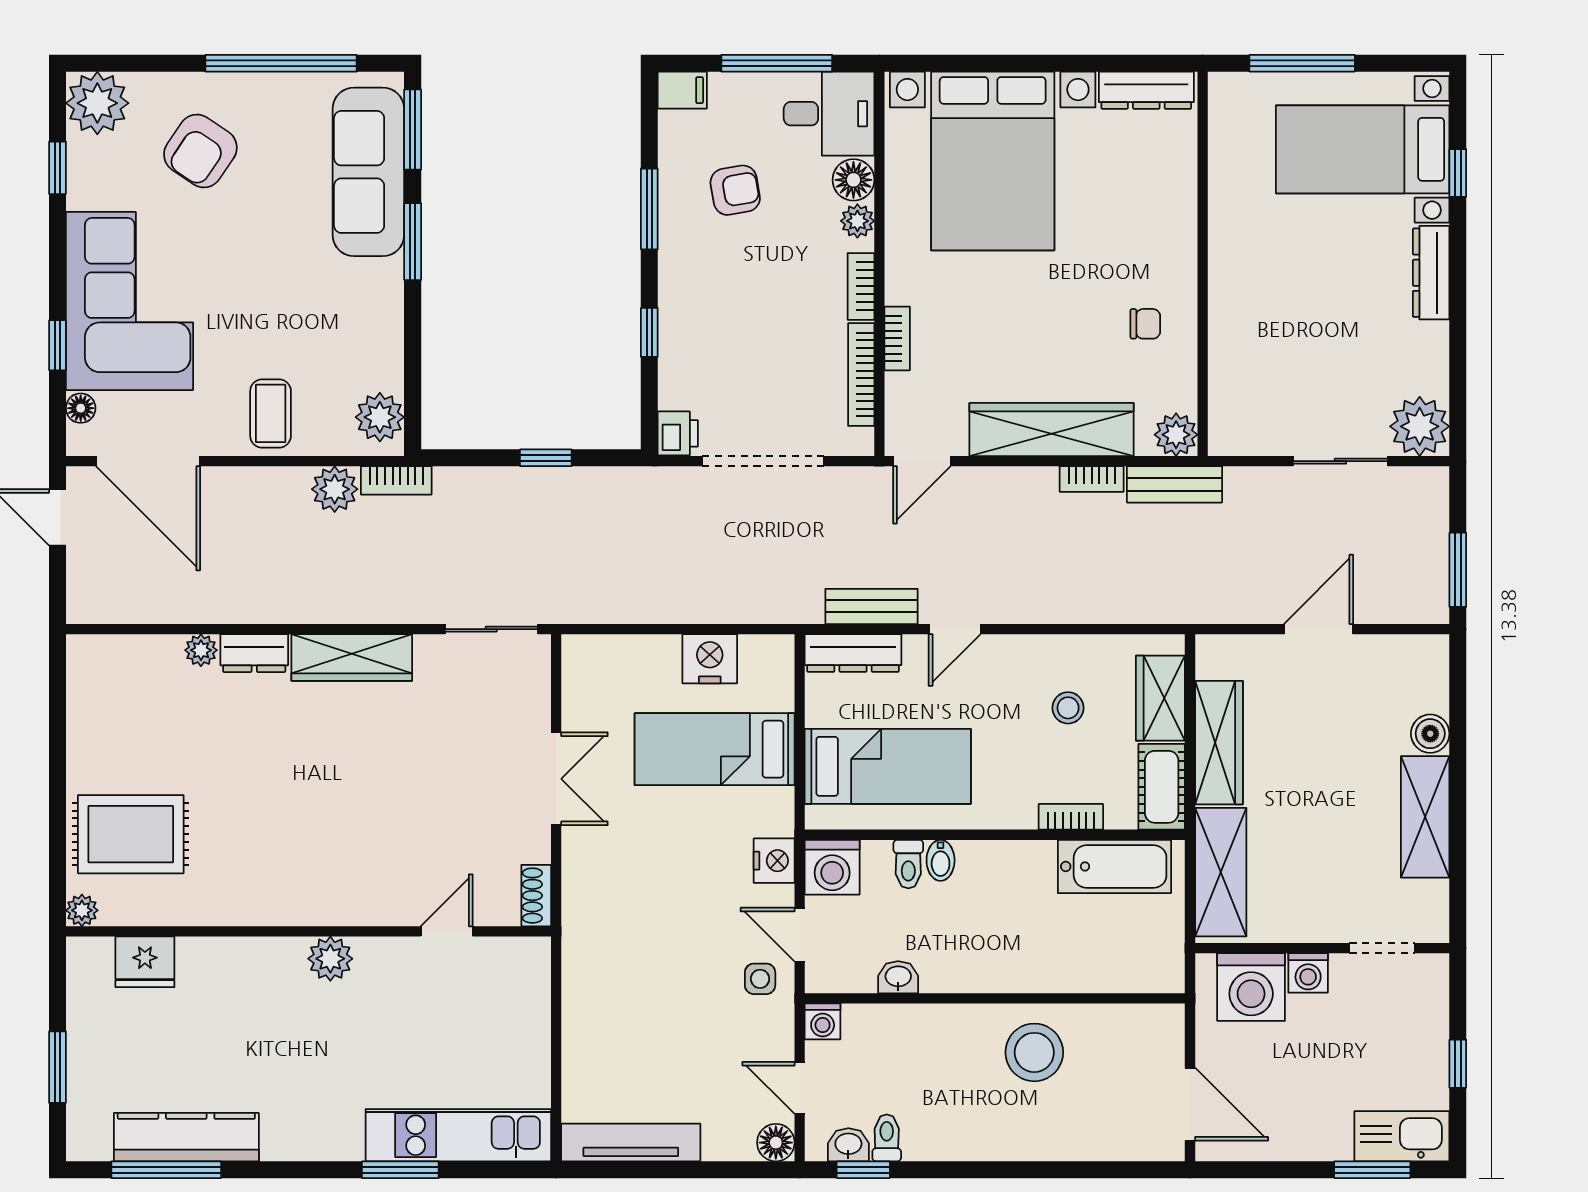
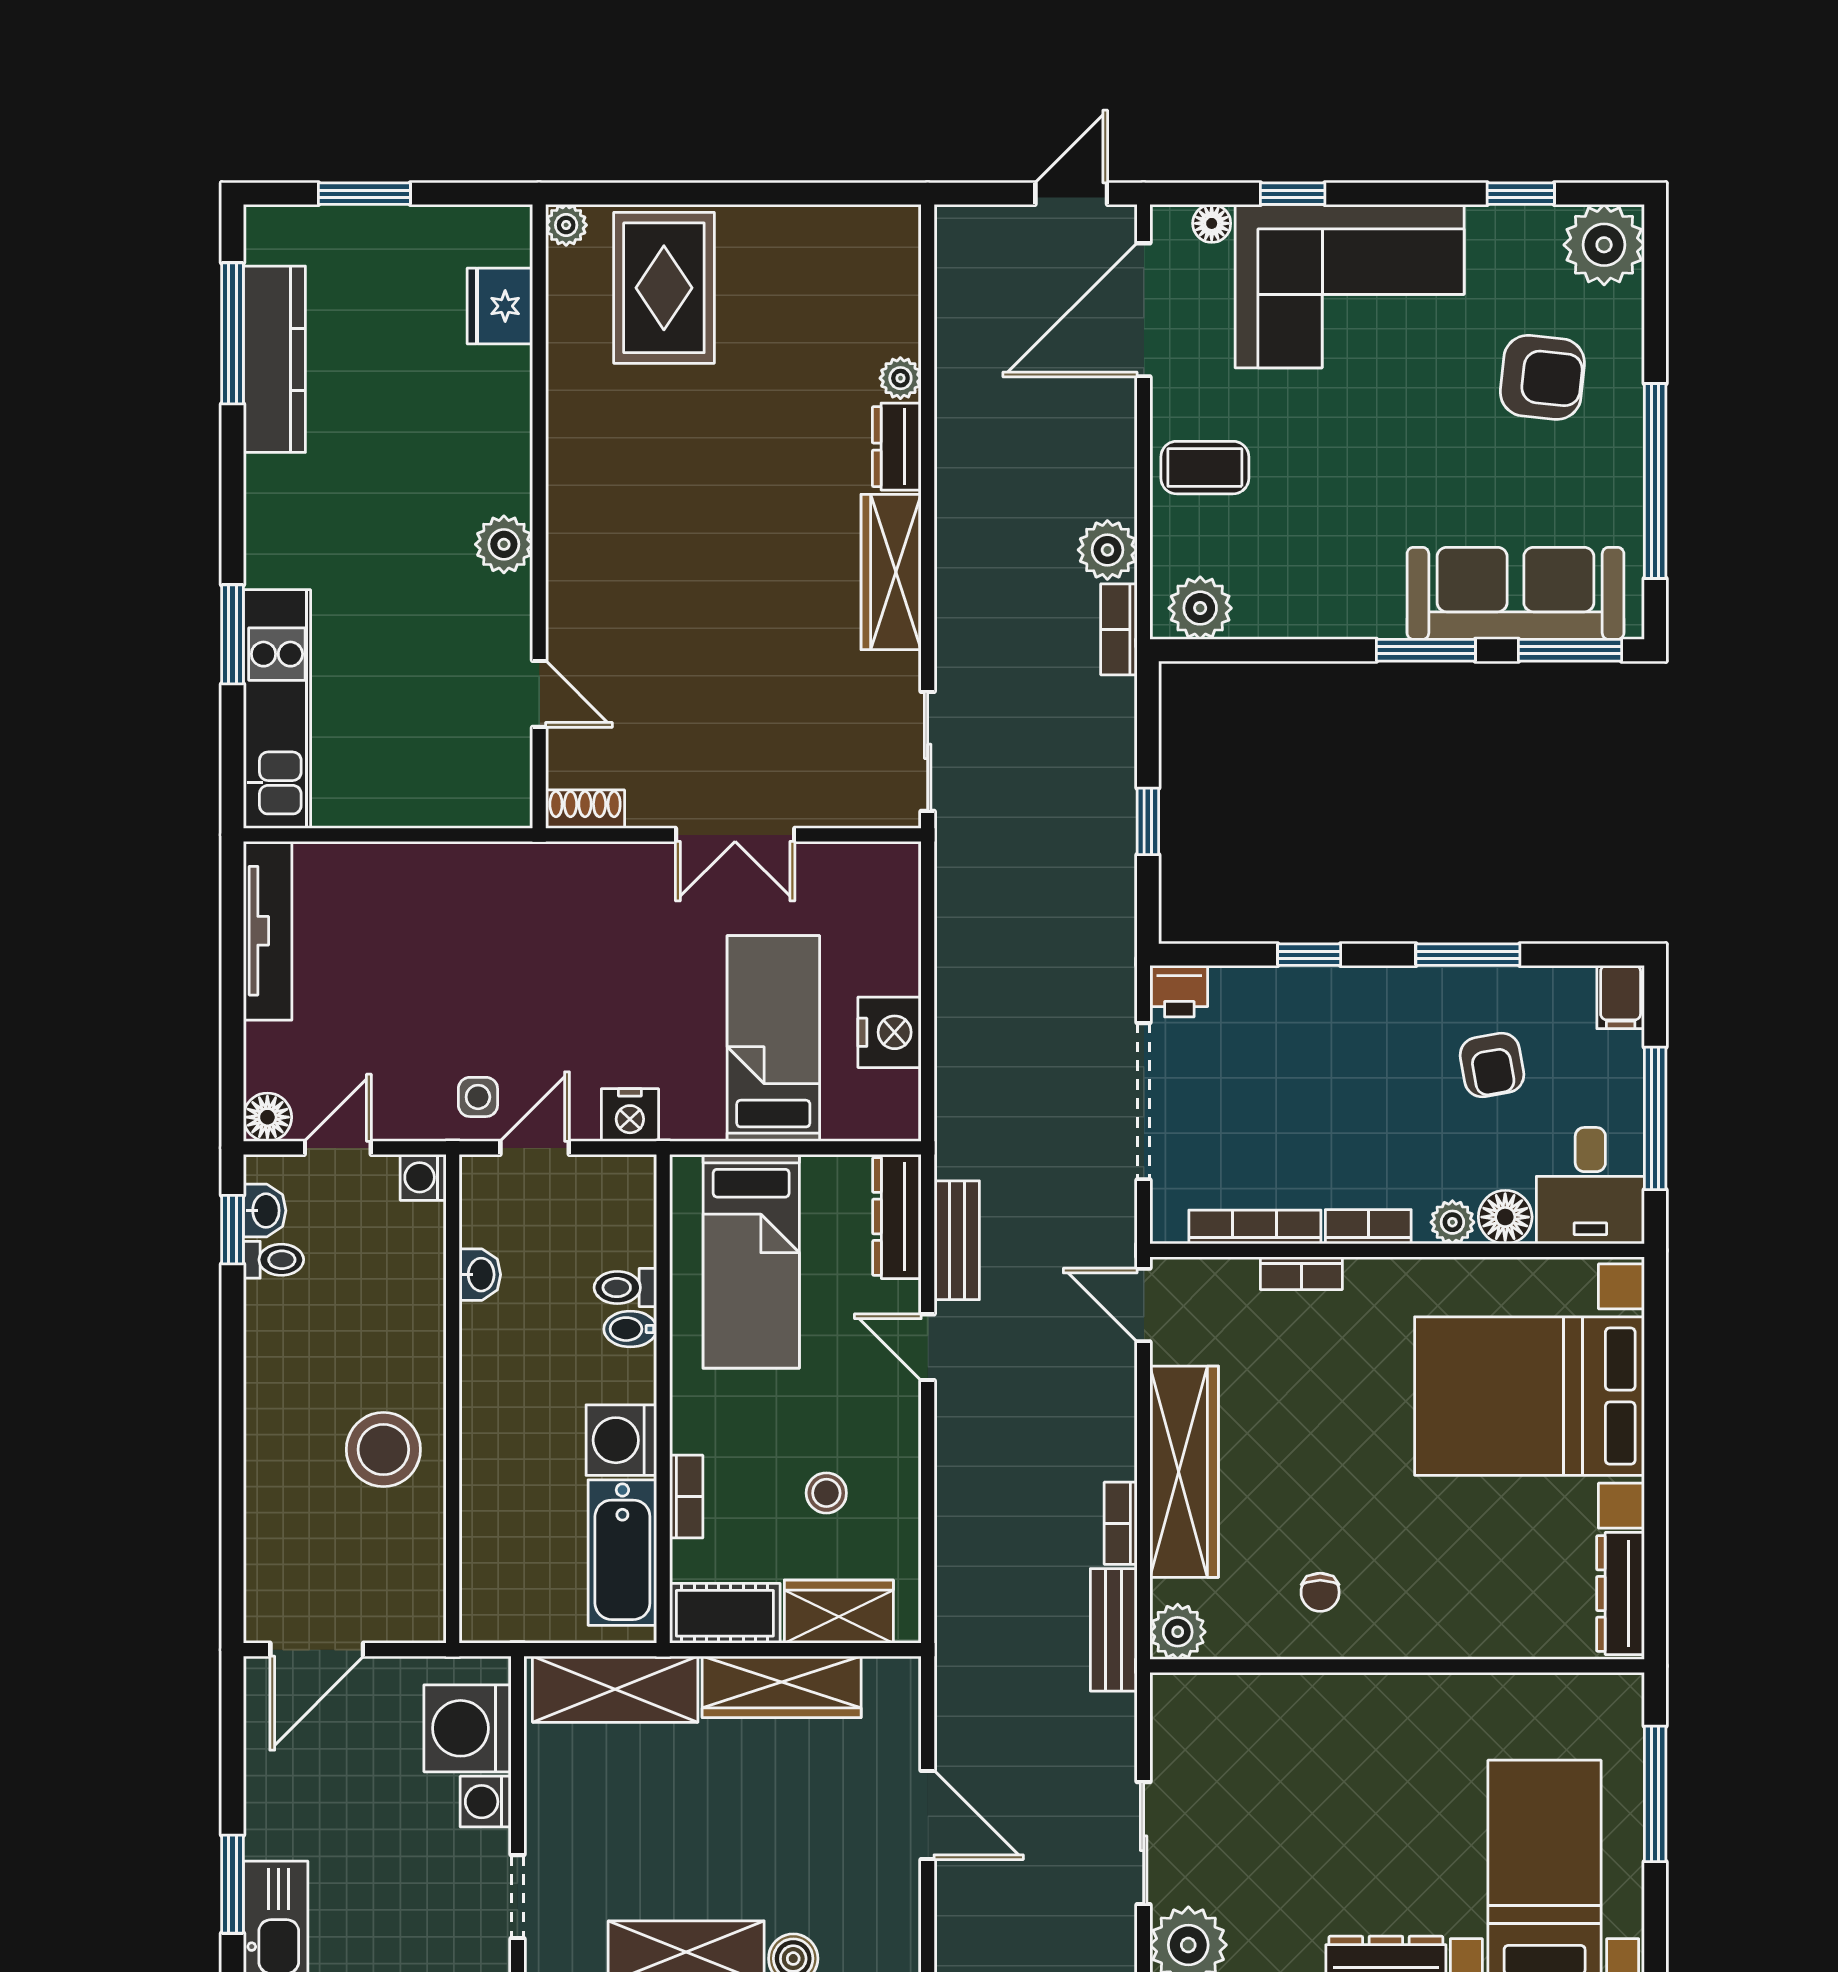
armchair: (200, 151) -> (1542, 377), turned 152
washing machine: (832, 867) -> (621, 1440), moved

